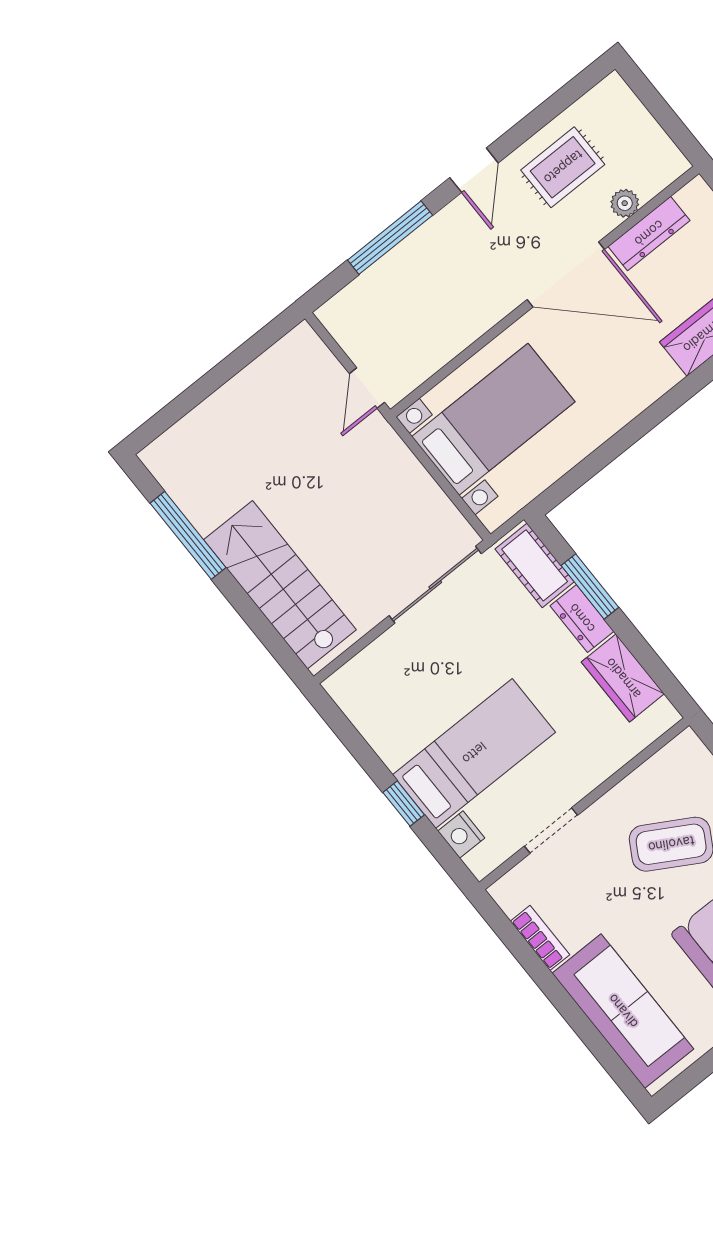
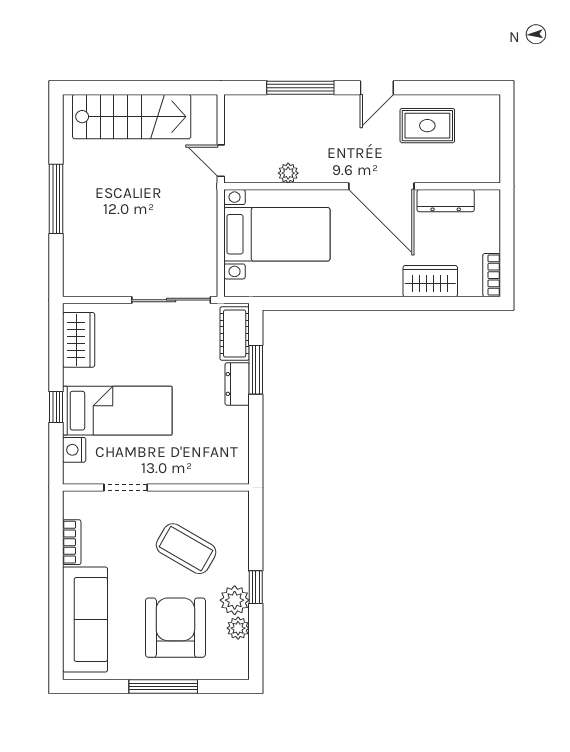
plant: (625, 203) -> (288, 173), moved
door: (367, 388) -> (221, 161), hinge flipped
window: (188, 535) -> (56, 199), moved
stairs: (280, 585) -> (132, 117), moved, turned 90
wardrobe: (623, 678) -> (79, 340), moved, turned 180

